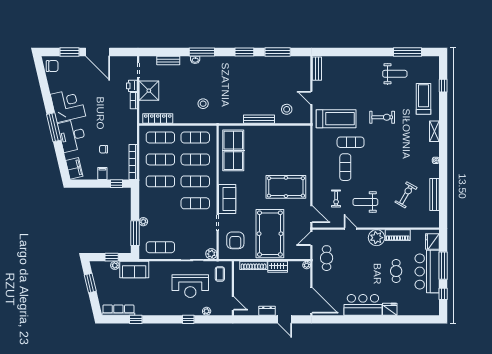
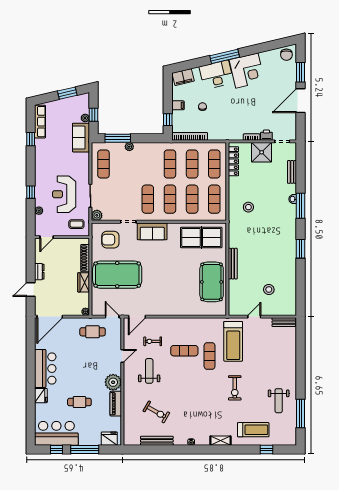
window: (278, 52) -> (301, 282), removed
stool: (287, 109) -> (269, 289), moved
pool table: (286, 187) -> (212, 282), moved
bar counter: (427, 272) -> (56, 433), moved

